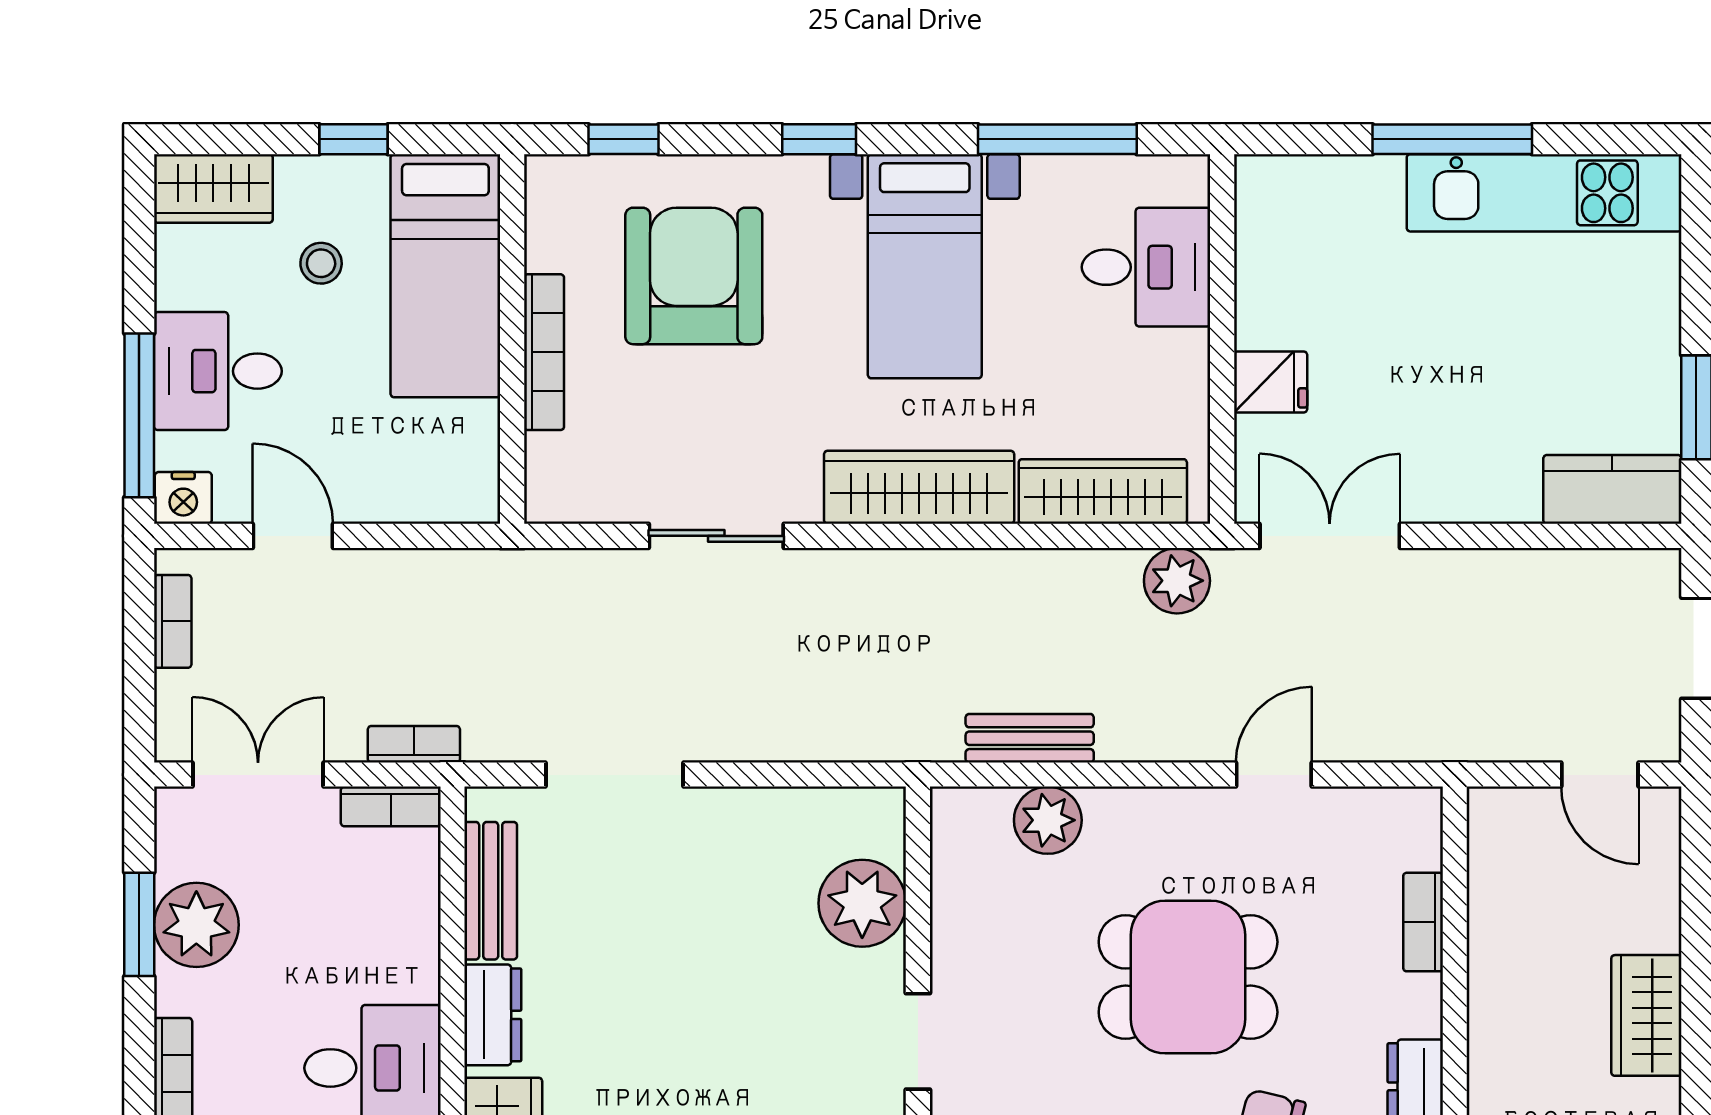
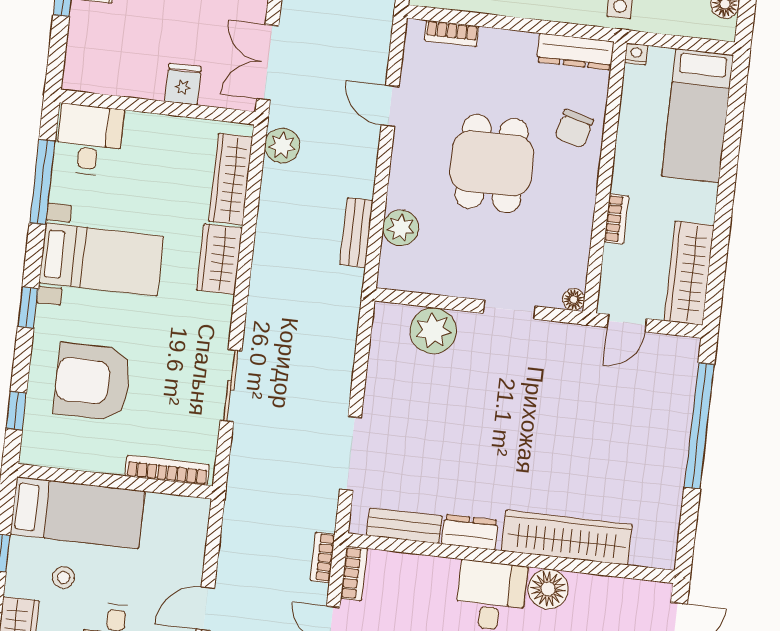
desk: (1146, 267) -> (89, 140), moved
bookcase: (544, 352) -> (167, 470), moved
wardrobe: (919, 487) -> (219, 259), width x0.67
bookcase: (1423, 922) -> (452, 33), moved

